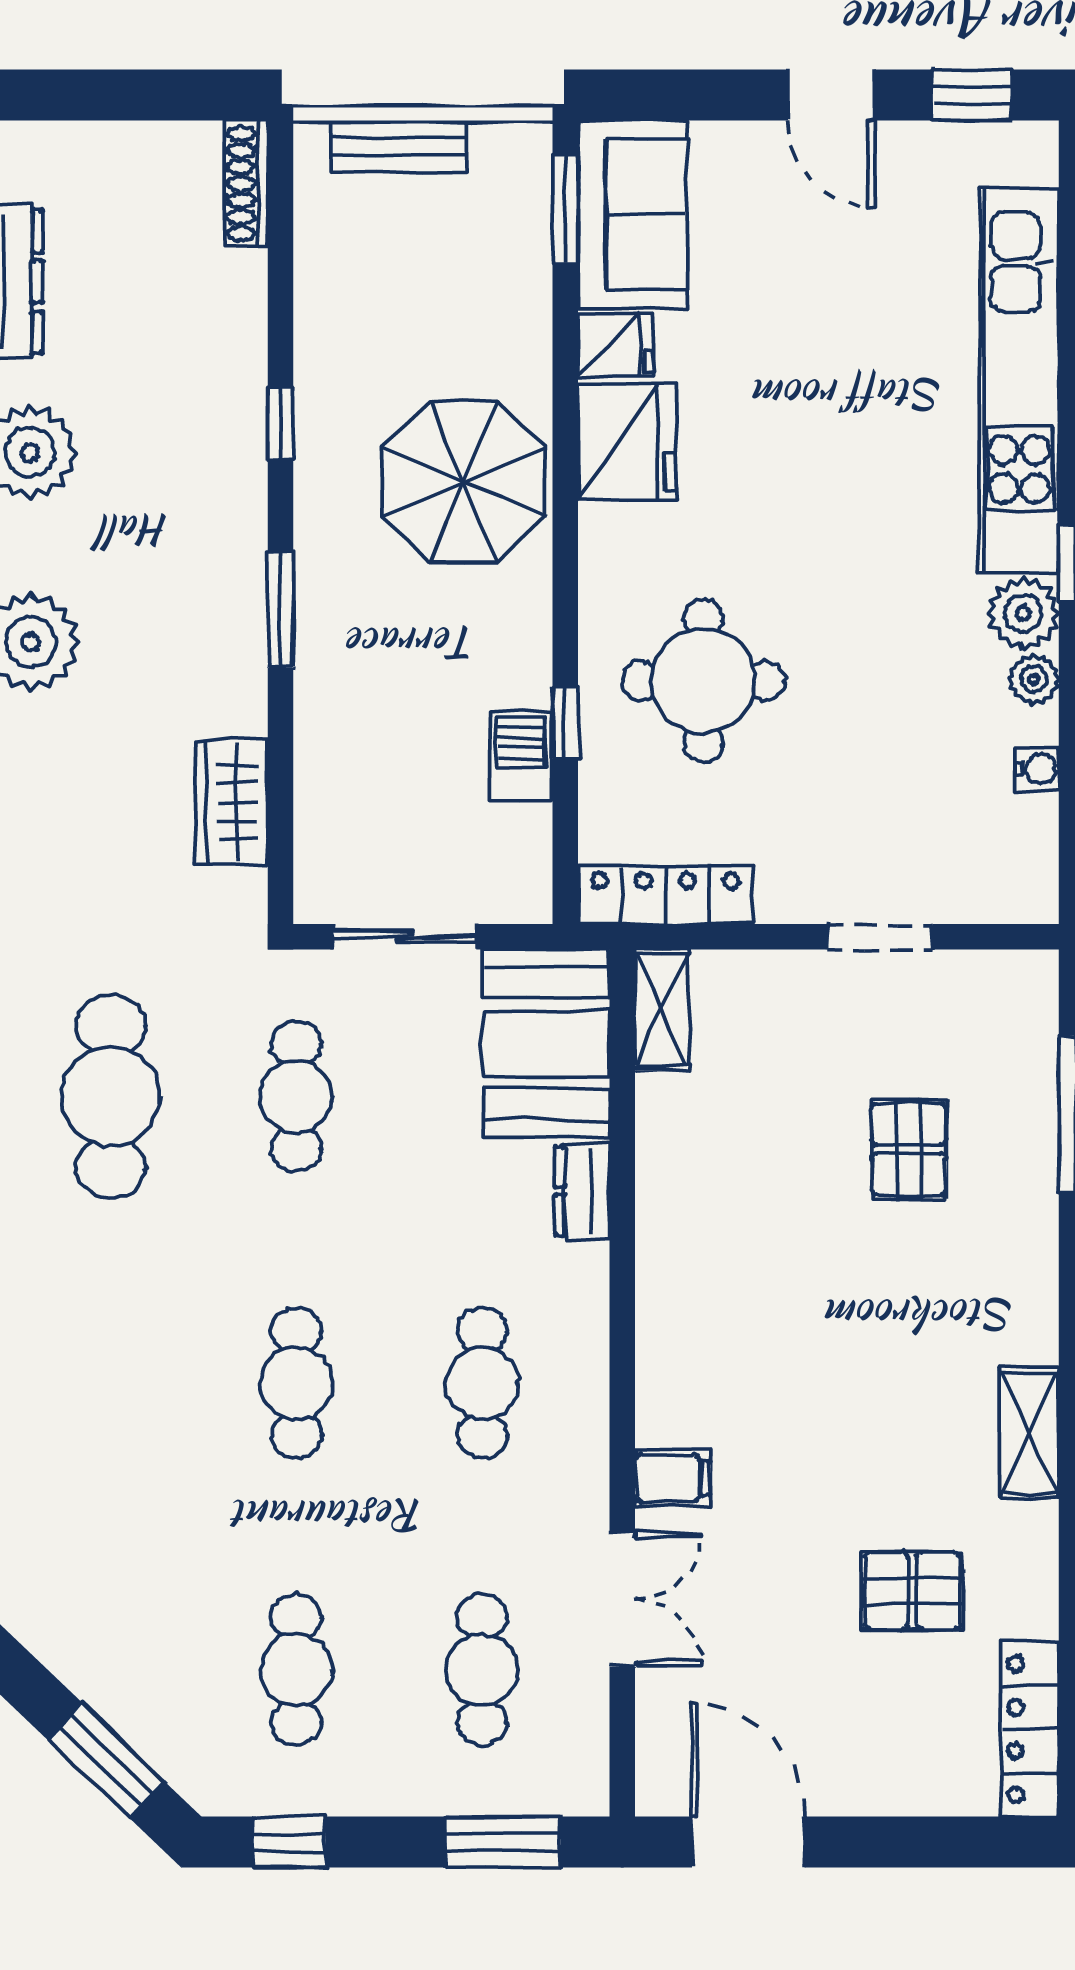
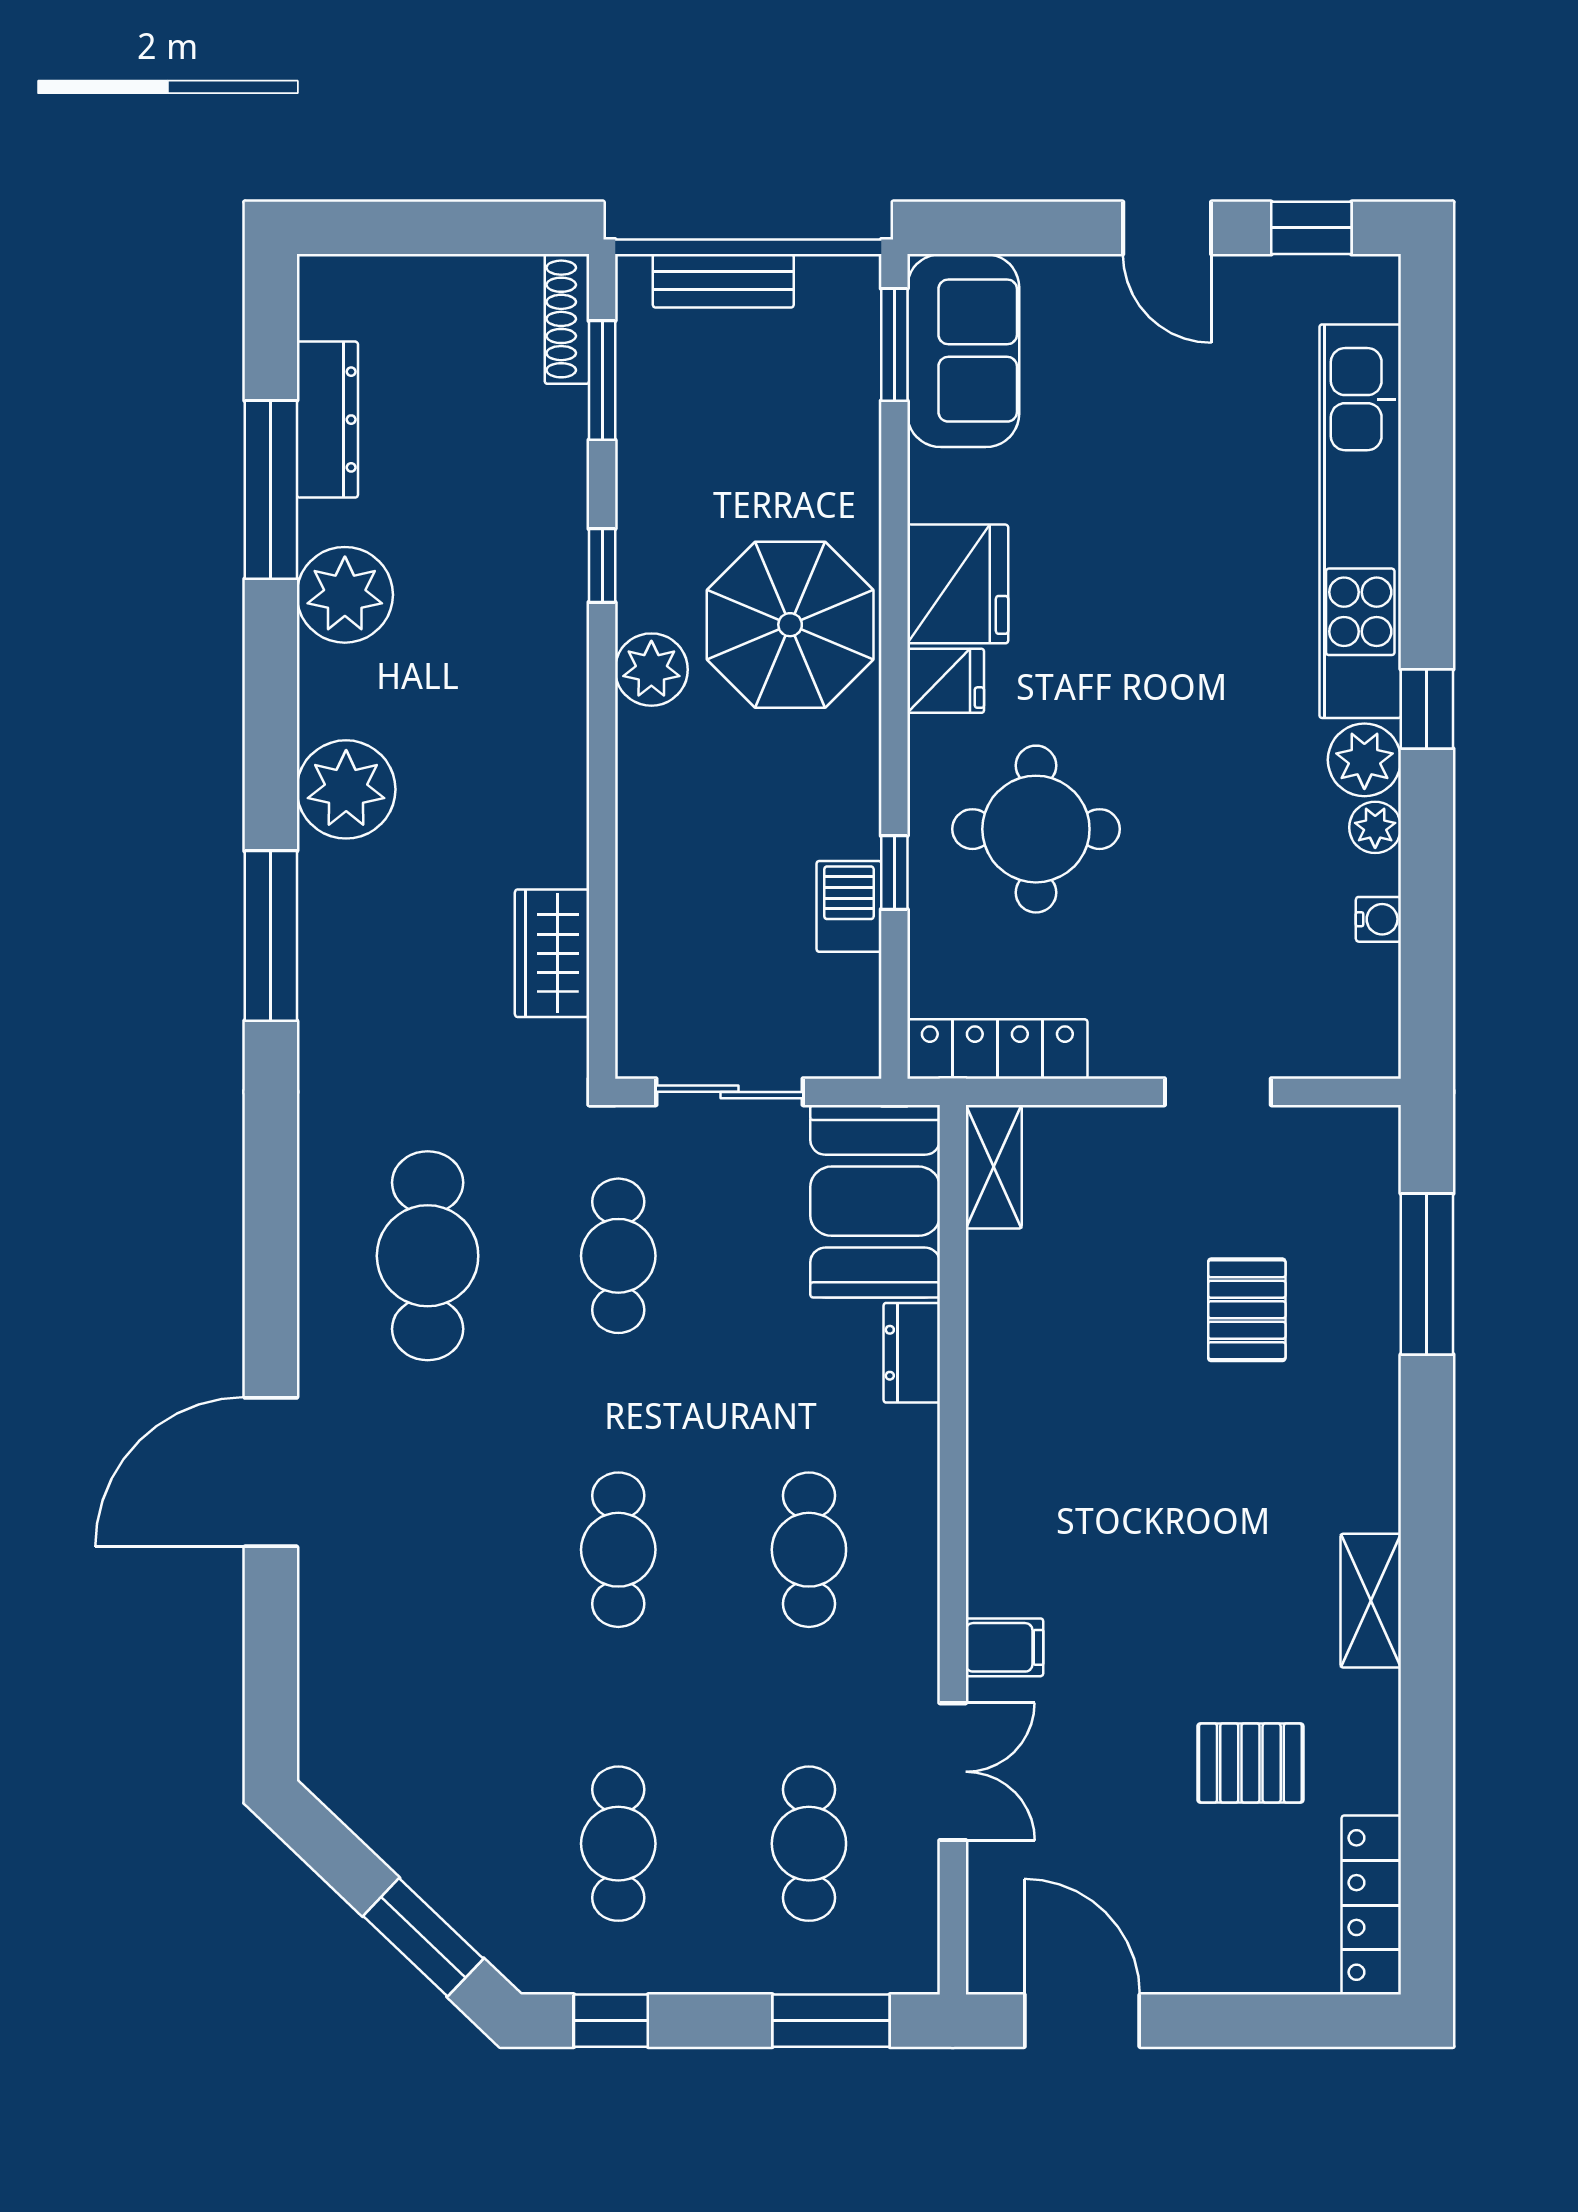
fridge: (615, 345) -> (946, 681), moved
plant: (328, 525) -> (651, 670), added
window: (280, 609) -> (602, 380), moved

